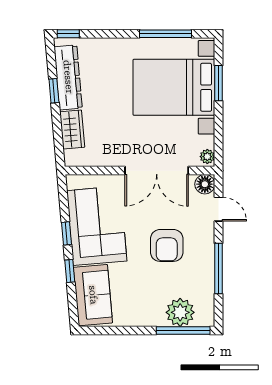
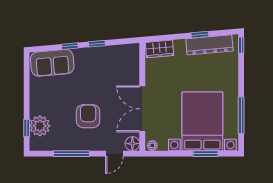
wardrobe: (72, 130) -> (159, 49), moved
corner sofa: (97, 226) -> (102, 66), removed
armchair: (167, 245) -> (88, 116), turned 90
window: (183, 330) -> (27, 128), width x0.46

